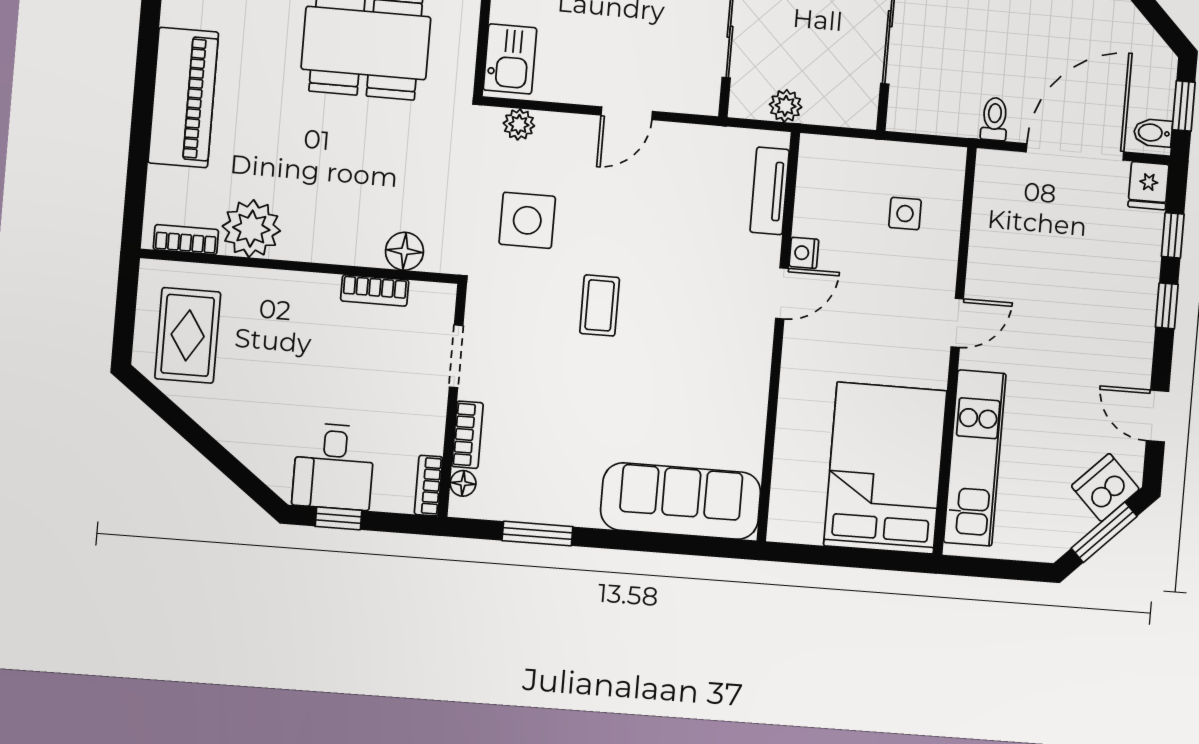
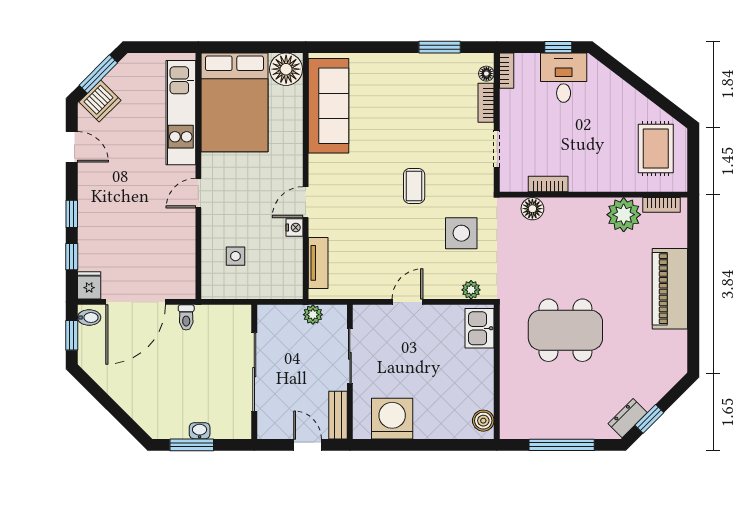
sofa: (681, 501) -> (329, 106), moved, turned -90
floor lamp: (796, 516) -> (286, 69), added

